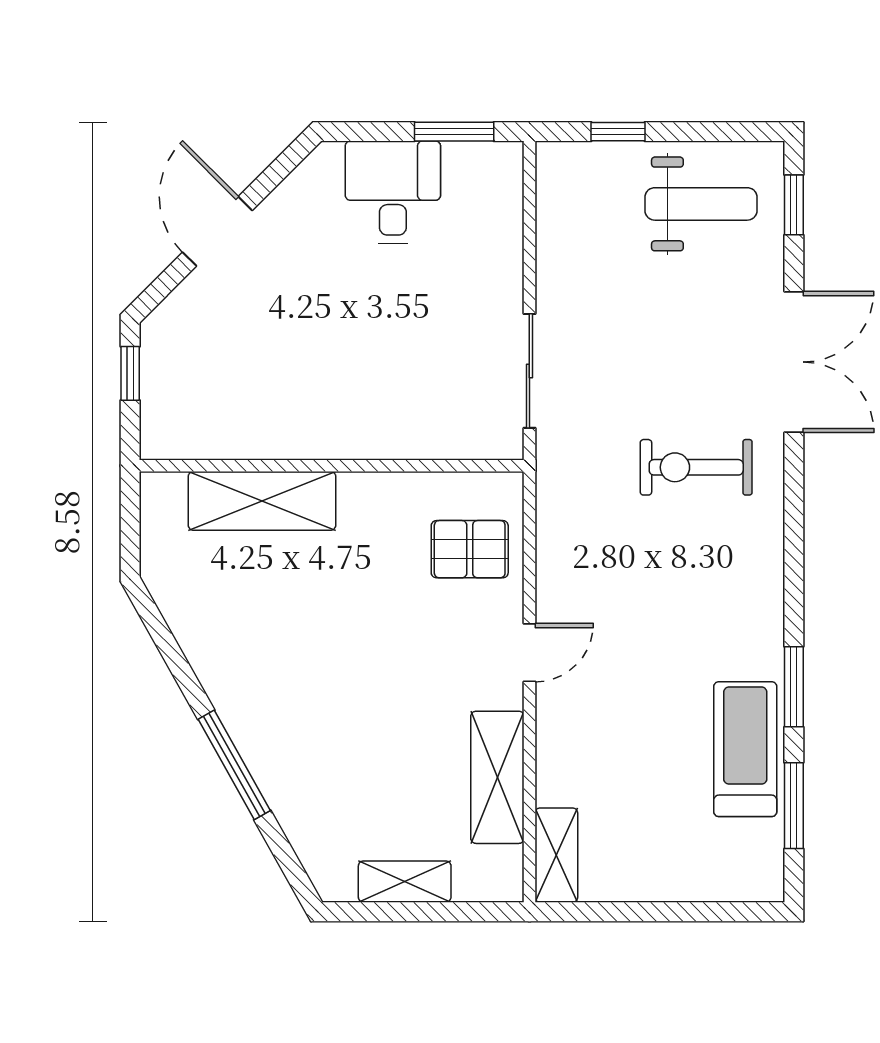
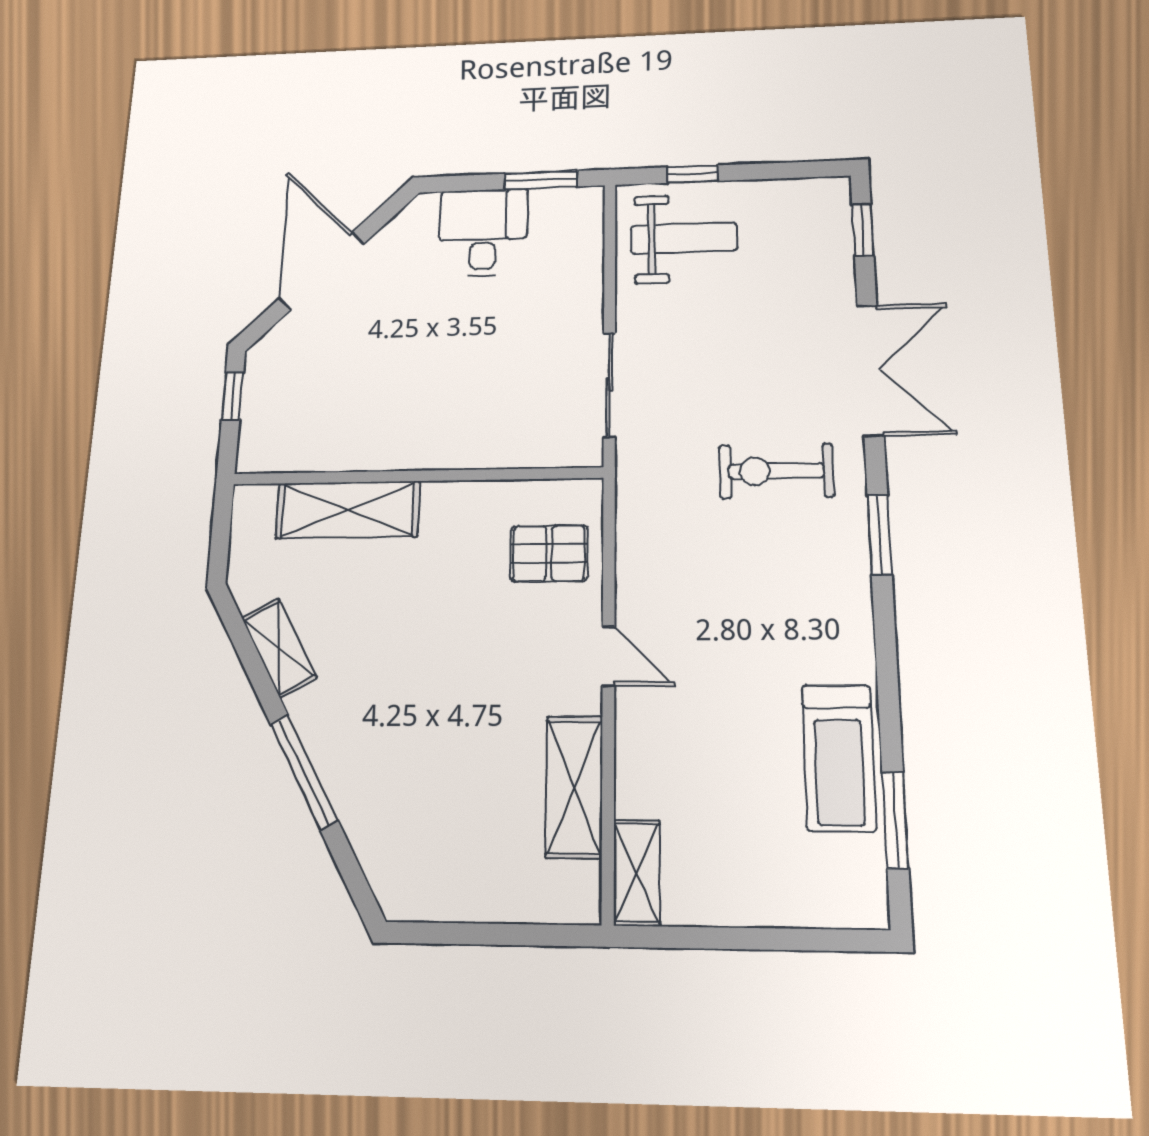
weight bench: (701, 204) -> (684, 238), moved
door: (217, 231) -> (322, 271), width x1.36
door: (529, 653) -> (608, 656), hinge flipped
window: (794, 687) -> (880, 535), moved
treadmill: (745, 749) -> (839, 757), turned 180
shelving: (405, 882) -> (279, 648), moved, turned 61

